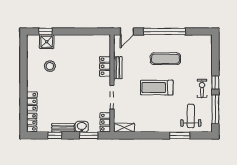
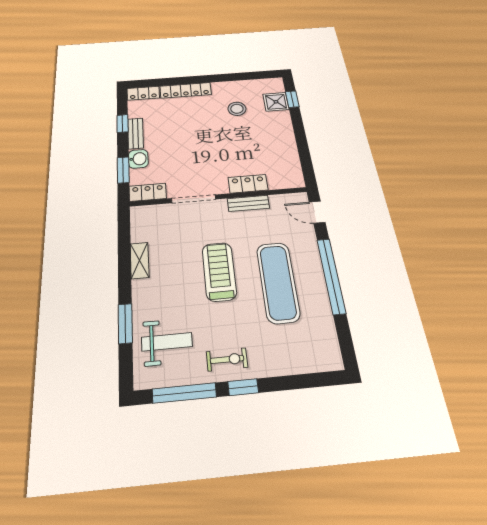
exercise mat: (165, 59) -> (278, 282), width x1.36, depth x1.45
locker: (32, 101) -> (186, 90), width x1.53
shelving: (124, 128) -> (140, 260), moved

